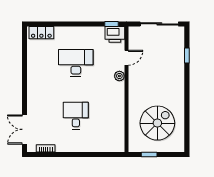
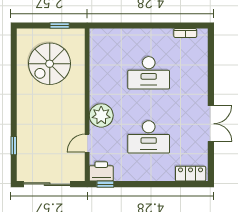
plant: (119, 76) -> (101, 115), width x1.87, depth x1.87
desk: (76, 116) -> (149, 73), width x1.37
double door: (25, 129) -> (211, 124), moved

